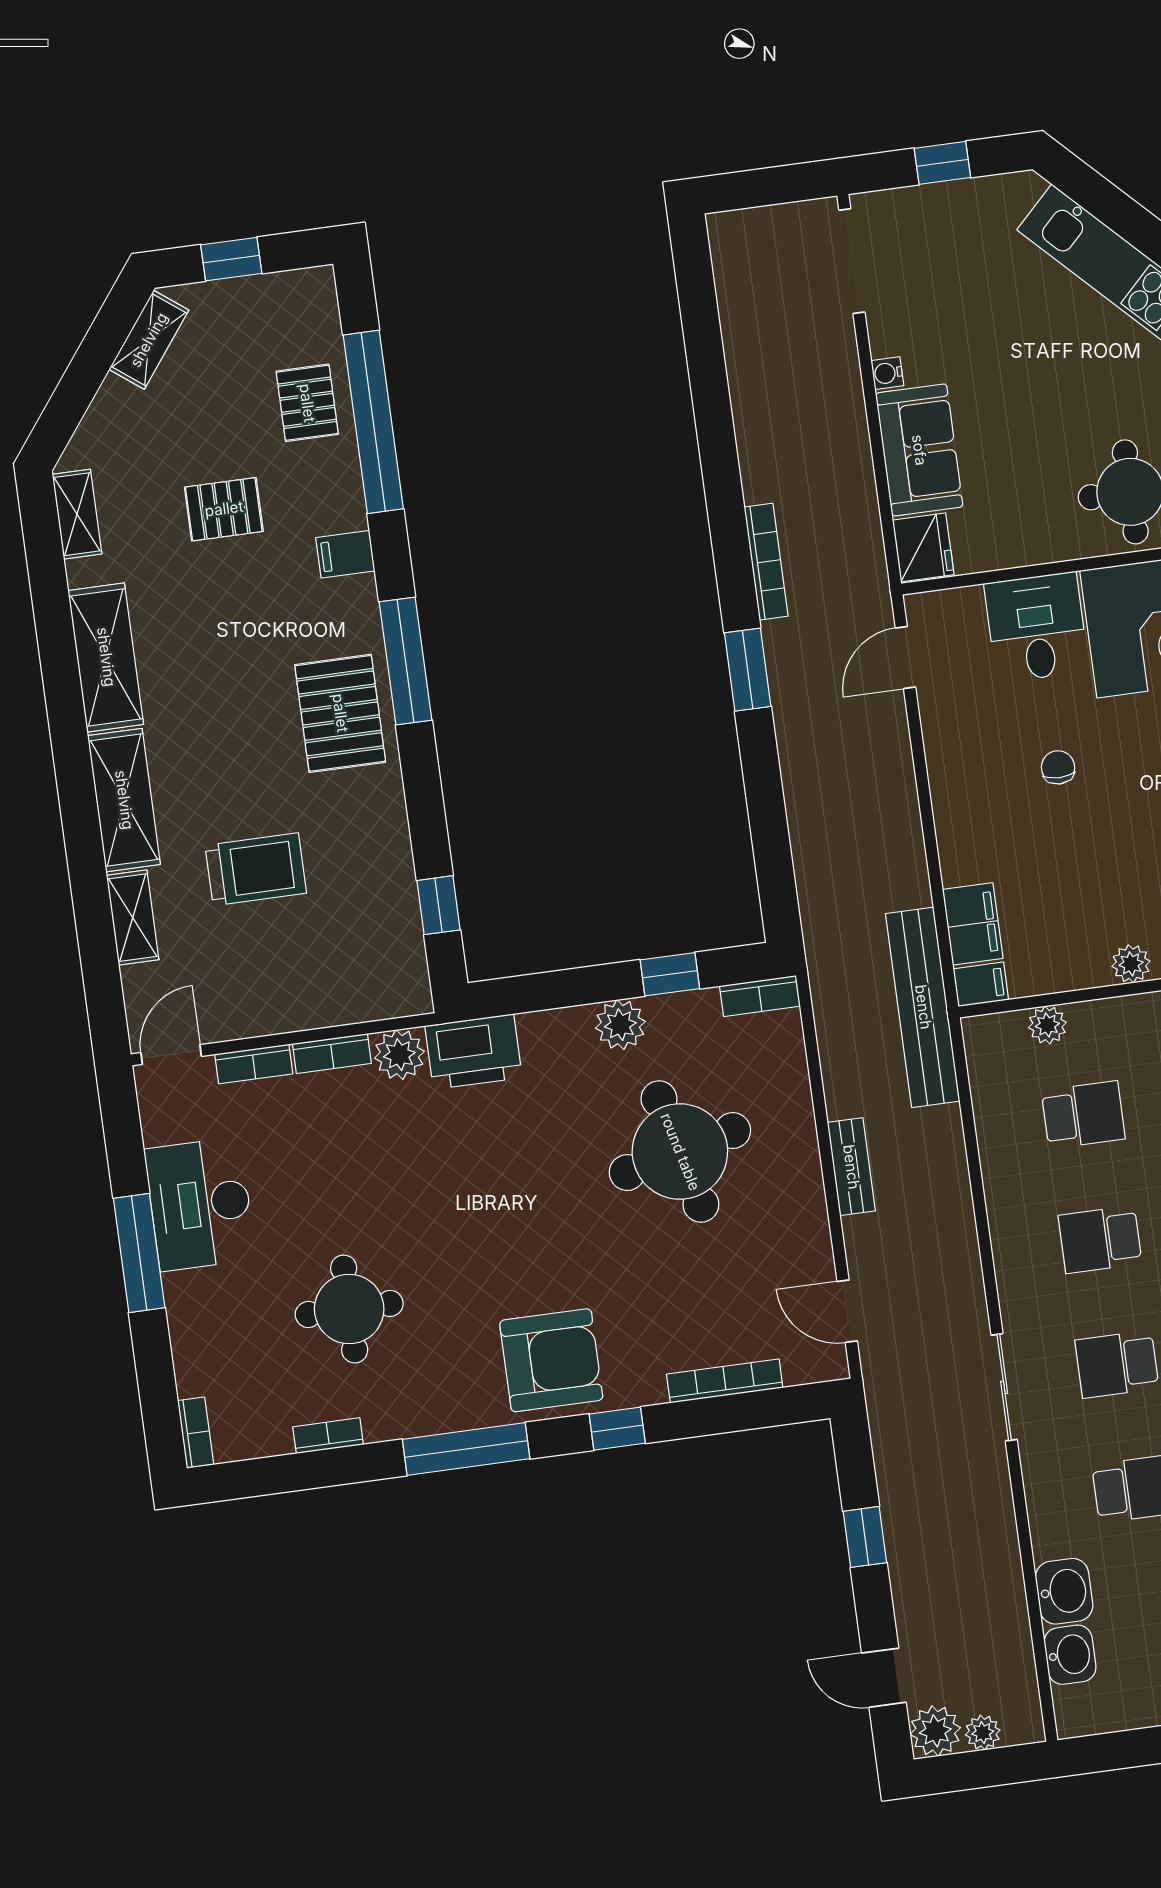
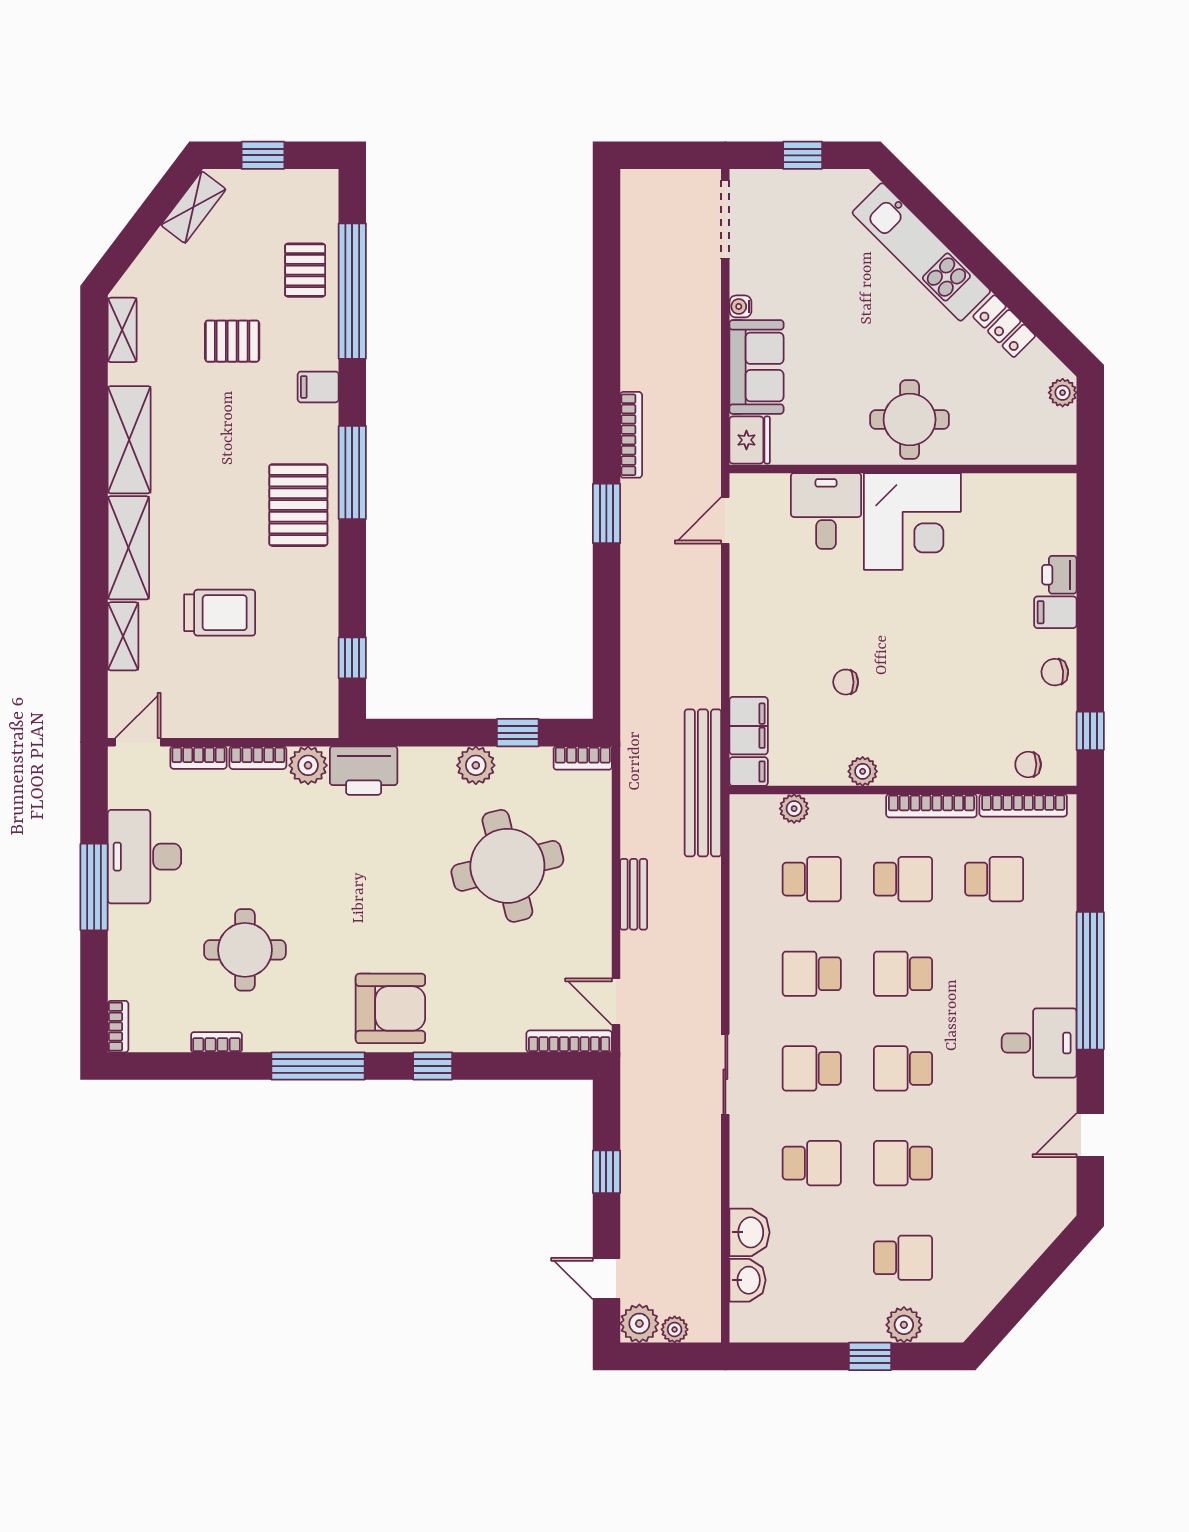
chair: (1058, 767) -> (846, 682), moved, turned -90
bookcase: (725, 1381) -> (569, 1041), moved

